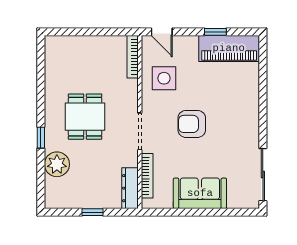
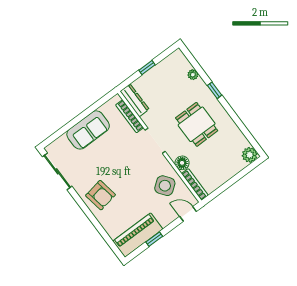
plant: (54, 45) -> (250, 155), added
side table: (164, 78) -> (165, 186), turned -37
floor lamp: (129, 88) -> (182, 163), added
armchair: (192, 124) -> (101, 195), moved, turned 80
plant: (57, 164) -> (193, 75), width x0.53, depth x0.53

